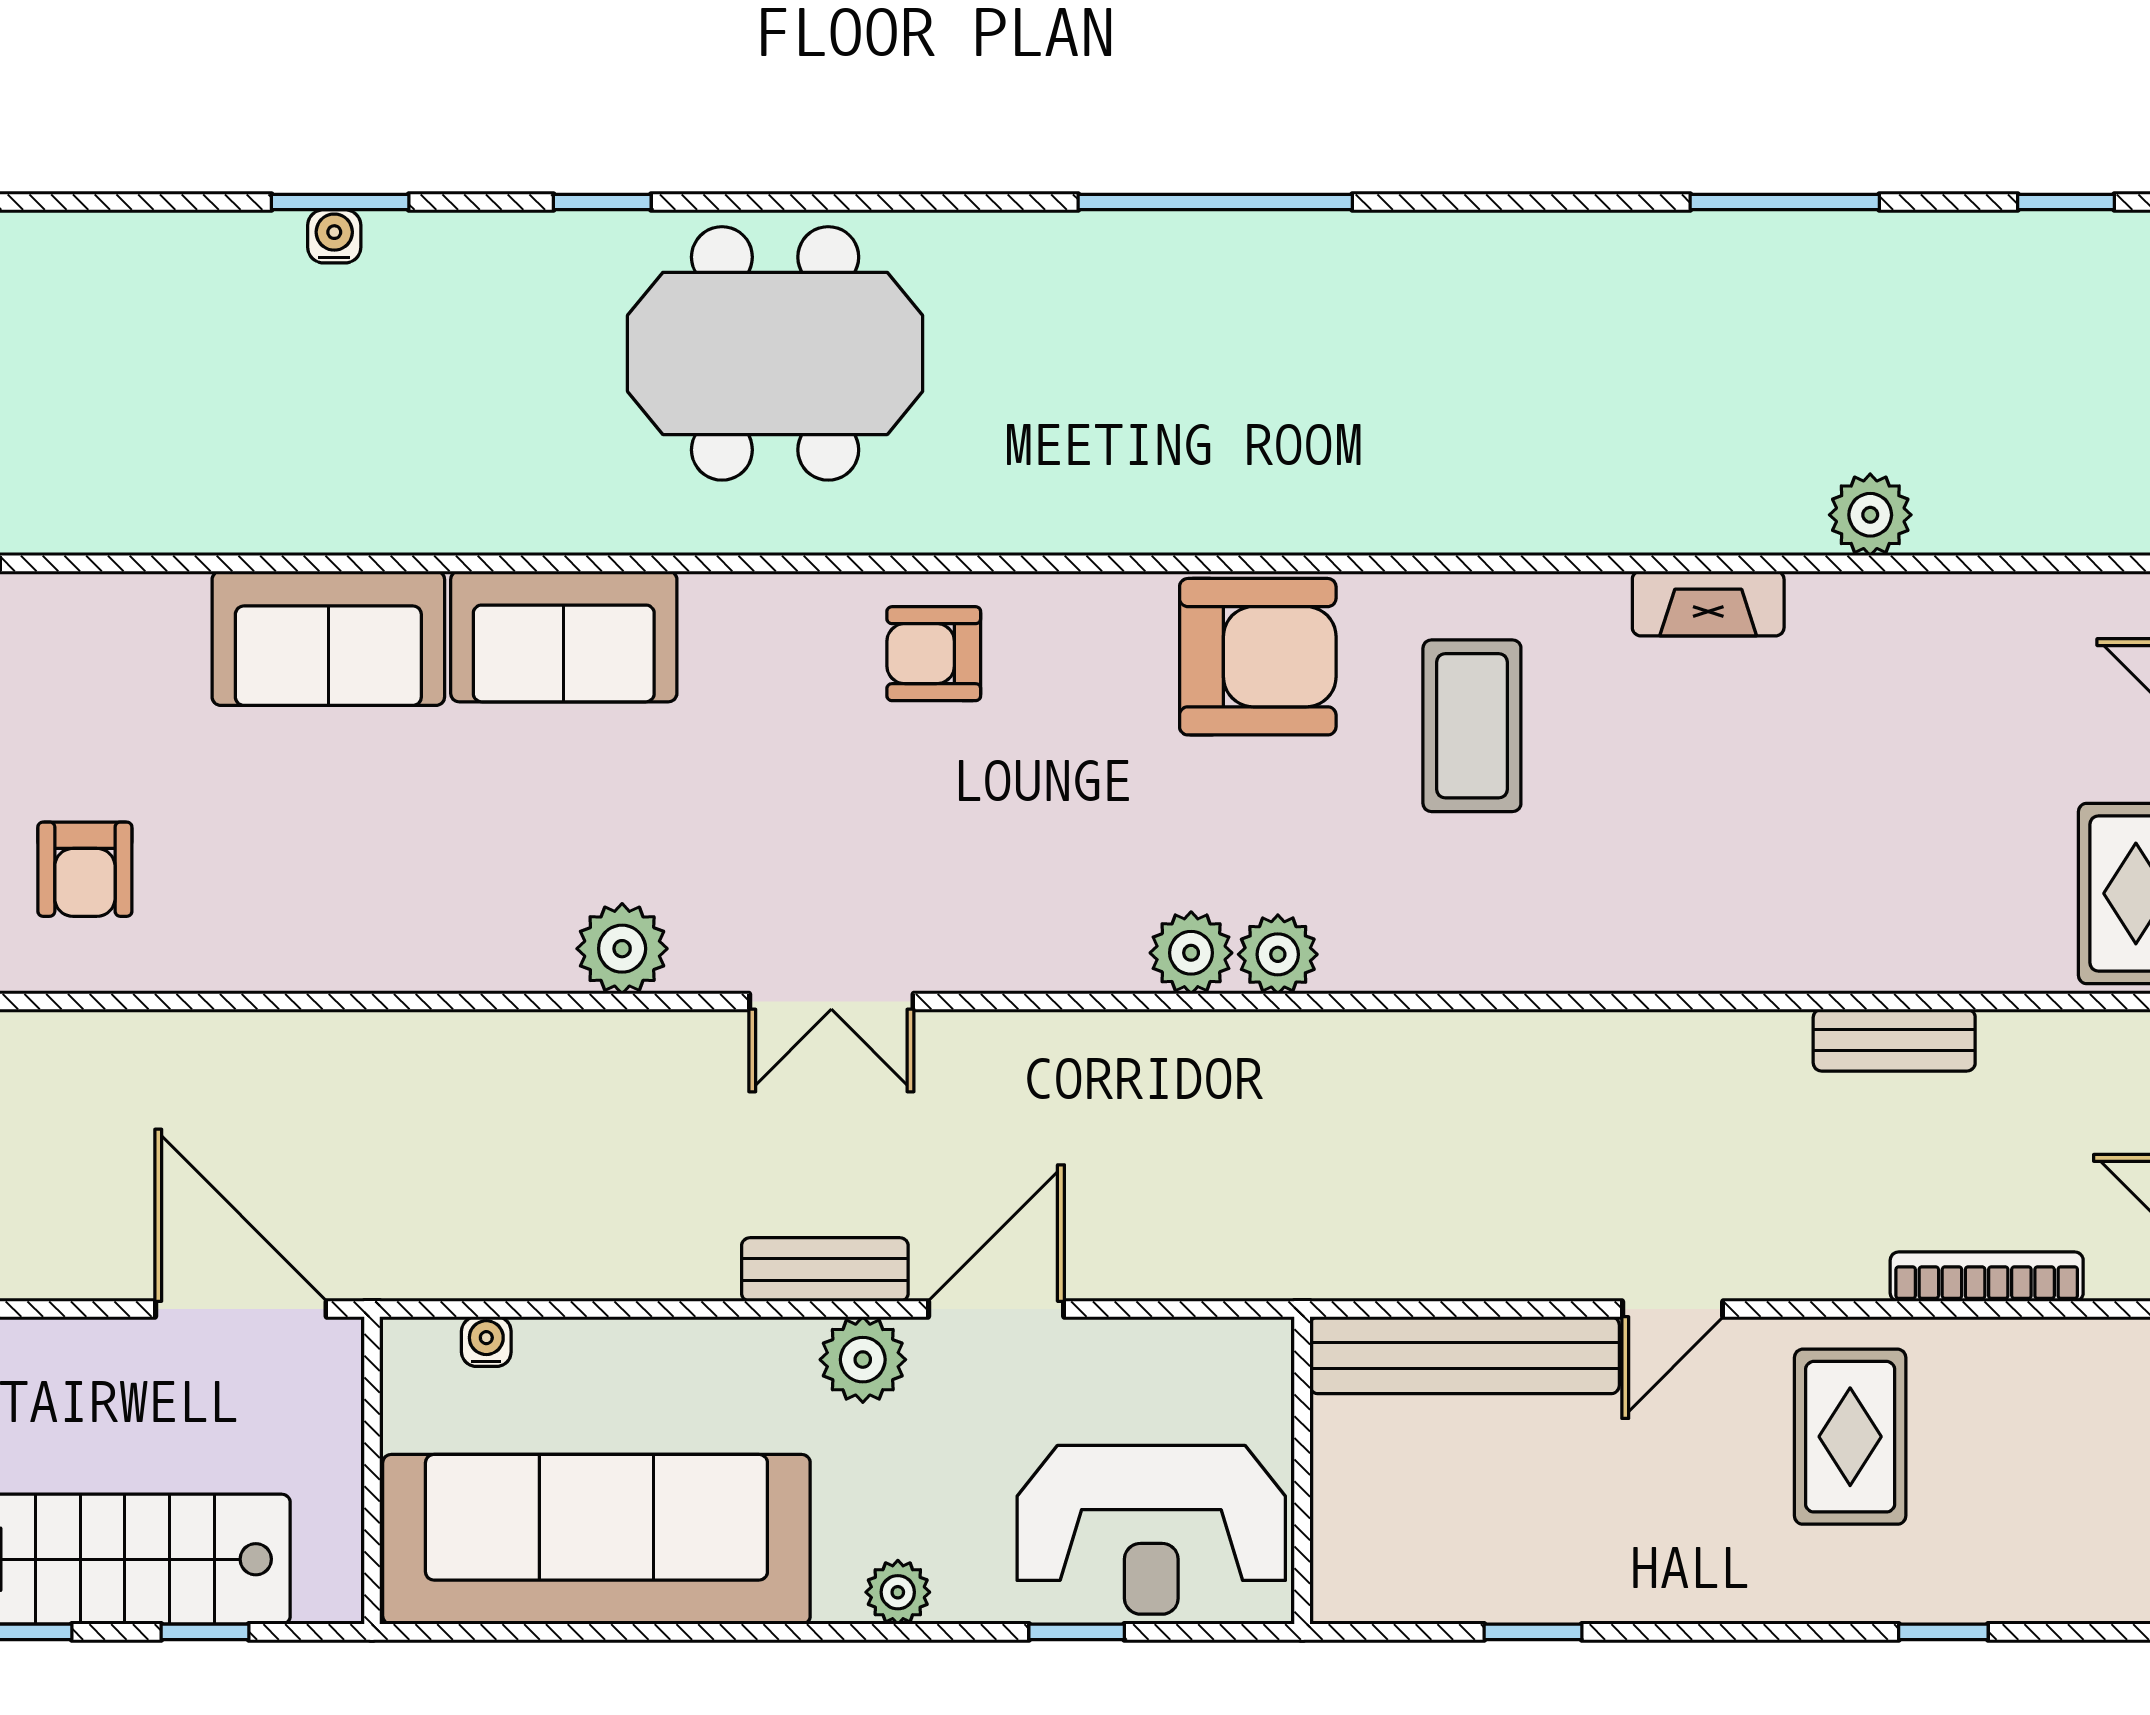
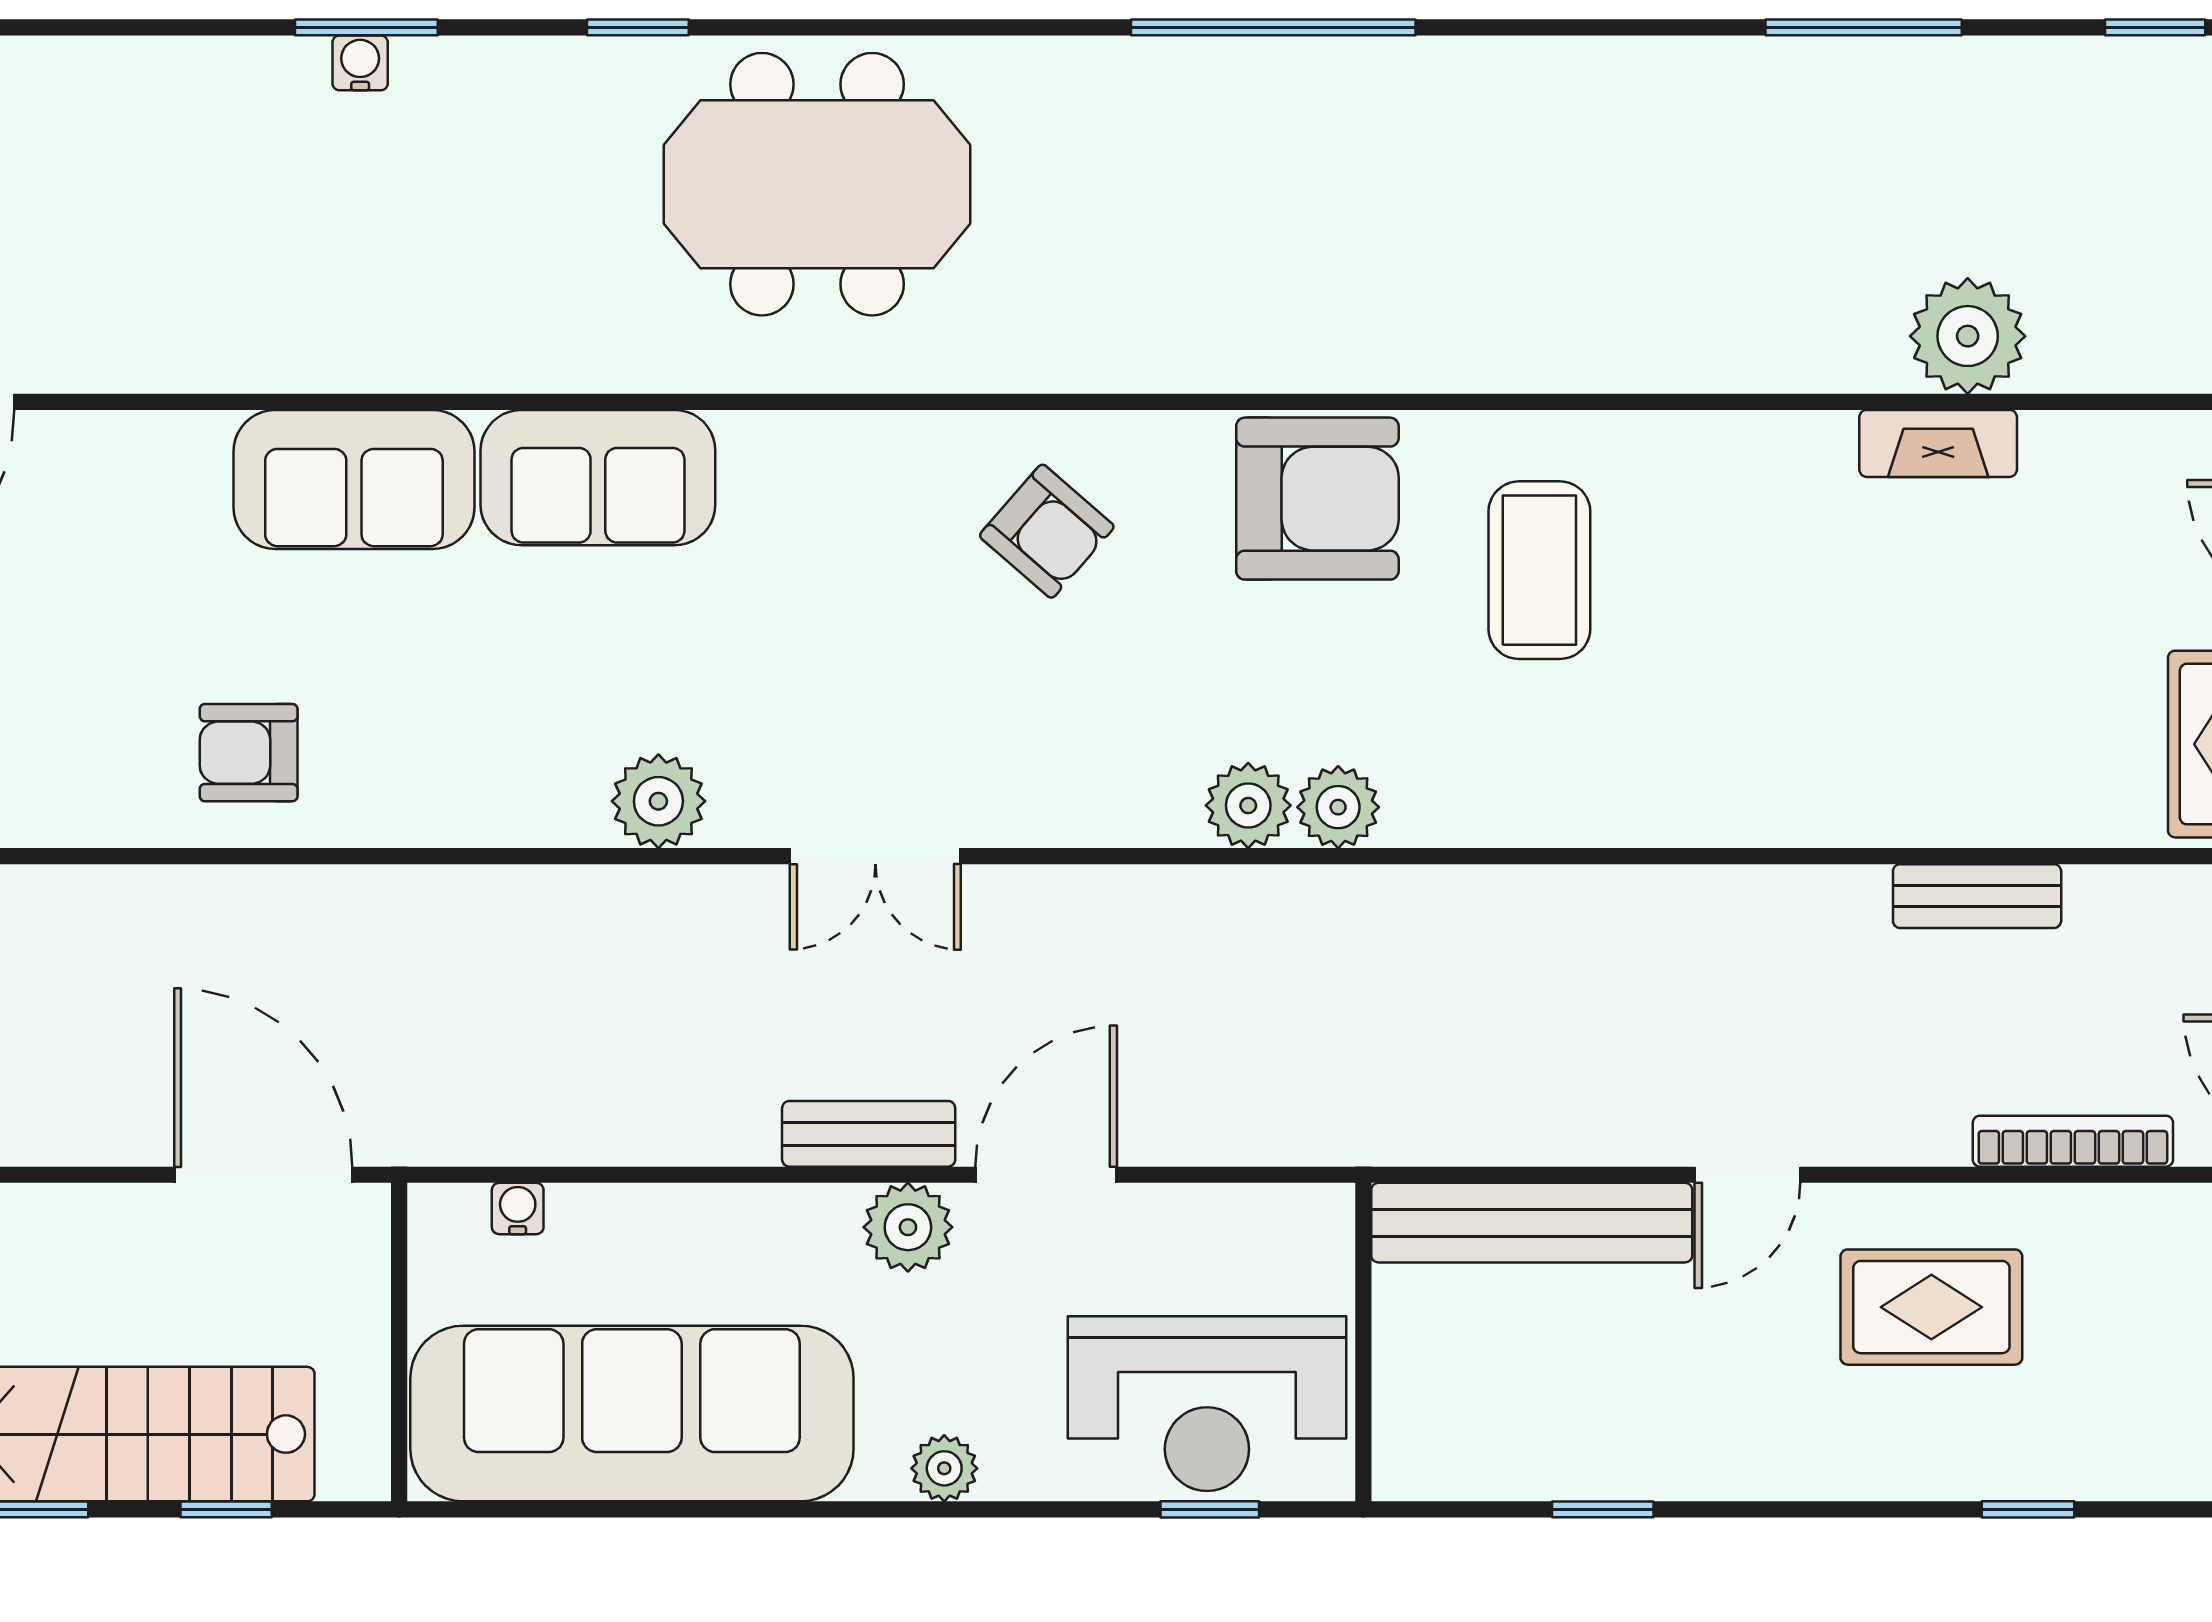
plant: (1870, 515) -> (1968, 336), width x1.36, depth x1.36
fireplace: (1708, 603) -> (1938, 443), moved
armchair: (934, 654) -> (1047, 531), moved, turned -139
armchair: (85, 869) -> (249, 753), moved, turned 90
rug: (1850, 1437) -> (1931, 1307), turned 90
window: (1077, 1632) -> (1210, 1509), moved

